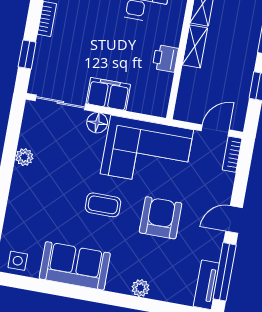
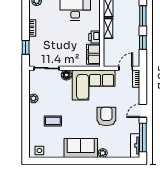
filing cabinet: (108, 94) -> (93, 54), moved, turned -90
coffee table: (103, 205) -> (53, 121), moved
sofa: (75, 266) -> (81, 148), moved

